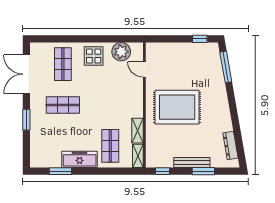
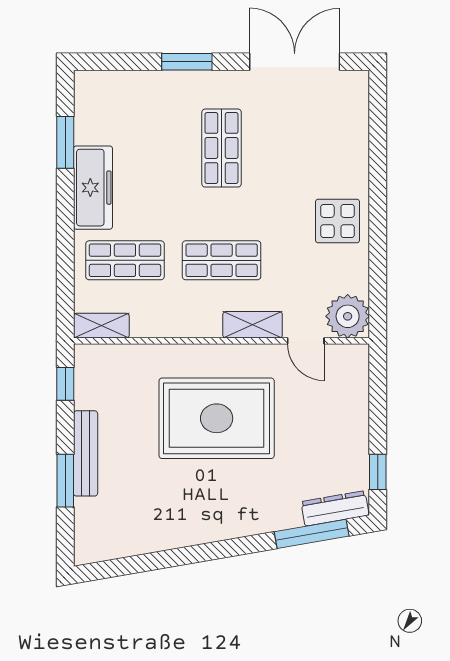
plant: (121, 52) -> (348, 316), moved
shop shelf: (63, 64) -> (222, 260), moved
door: (144, 69) -> (306, 341), swing flipped
rug: (177, 107) -> (217, 418), turned 90
shelving: (138, 131) -> (253, 325), moved
dresser: (230, 145) -> (335, 508), moved

